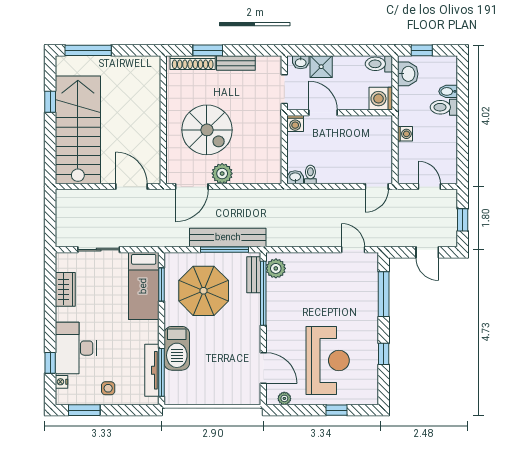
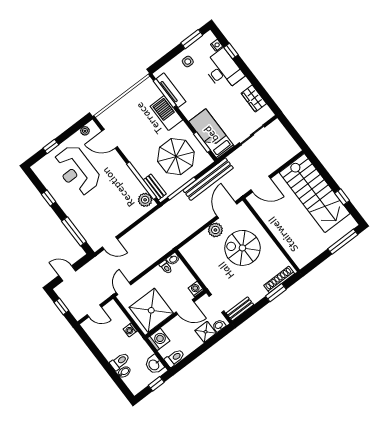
bench: (236, 63) -> (240, 309), moved
shower: (364, 138) -> (151, 310), added
bench: (228, 238) -> (208, 179), moved

